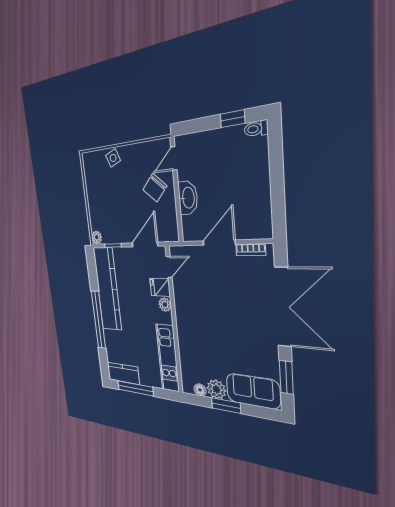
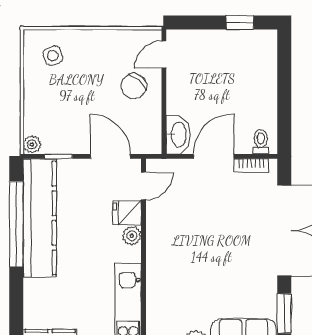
toilet: (256, 129) -> (261, 142), moved, turned 90
side table: (113, 158) -> (53, 56), moved
washbasin: (188, 198) -> (178, 135), moved
door: (145, 245) -> (110, 156), hinge flipped
window: (98, 320) -> (16, 224), moved

